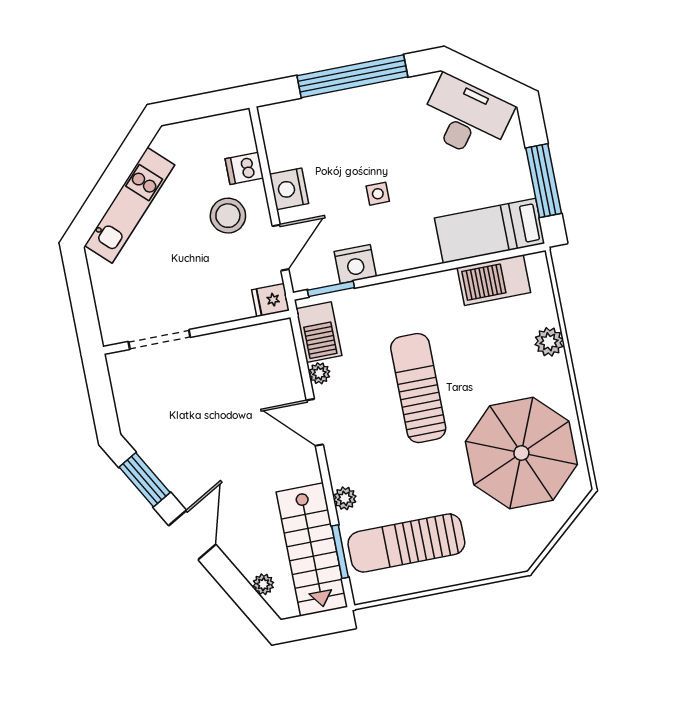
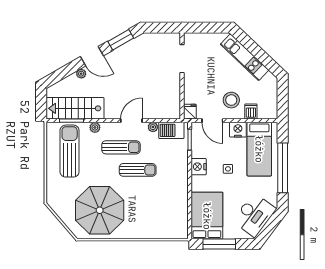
bed: (322, 134) -> (259, 149), added
bed: (490, 231) -> (207, 216), width x1.50
nightstand: (355, 264) -> (199, 167), moved
barbecue: (494, 280) -> (179, 213), removed
plant: (549, 342) -> (147, 232), removed
sun lounger: (418, 388) -> (138, 170), width x0.73, depth x0.75
sun lounger: (376, 434) -> (121, 147), added
plant: (263, 584) -> (81, 74), moved

